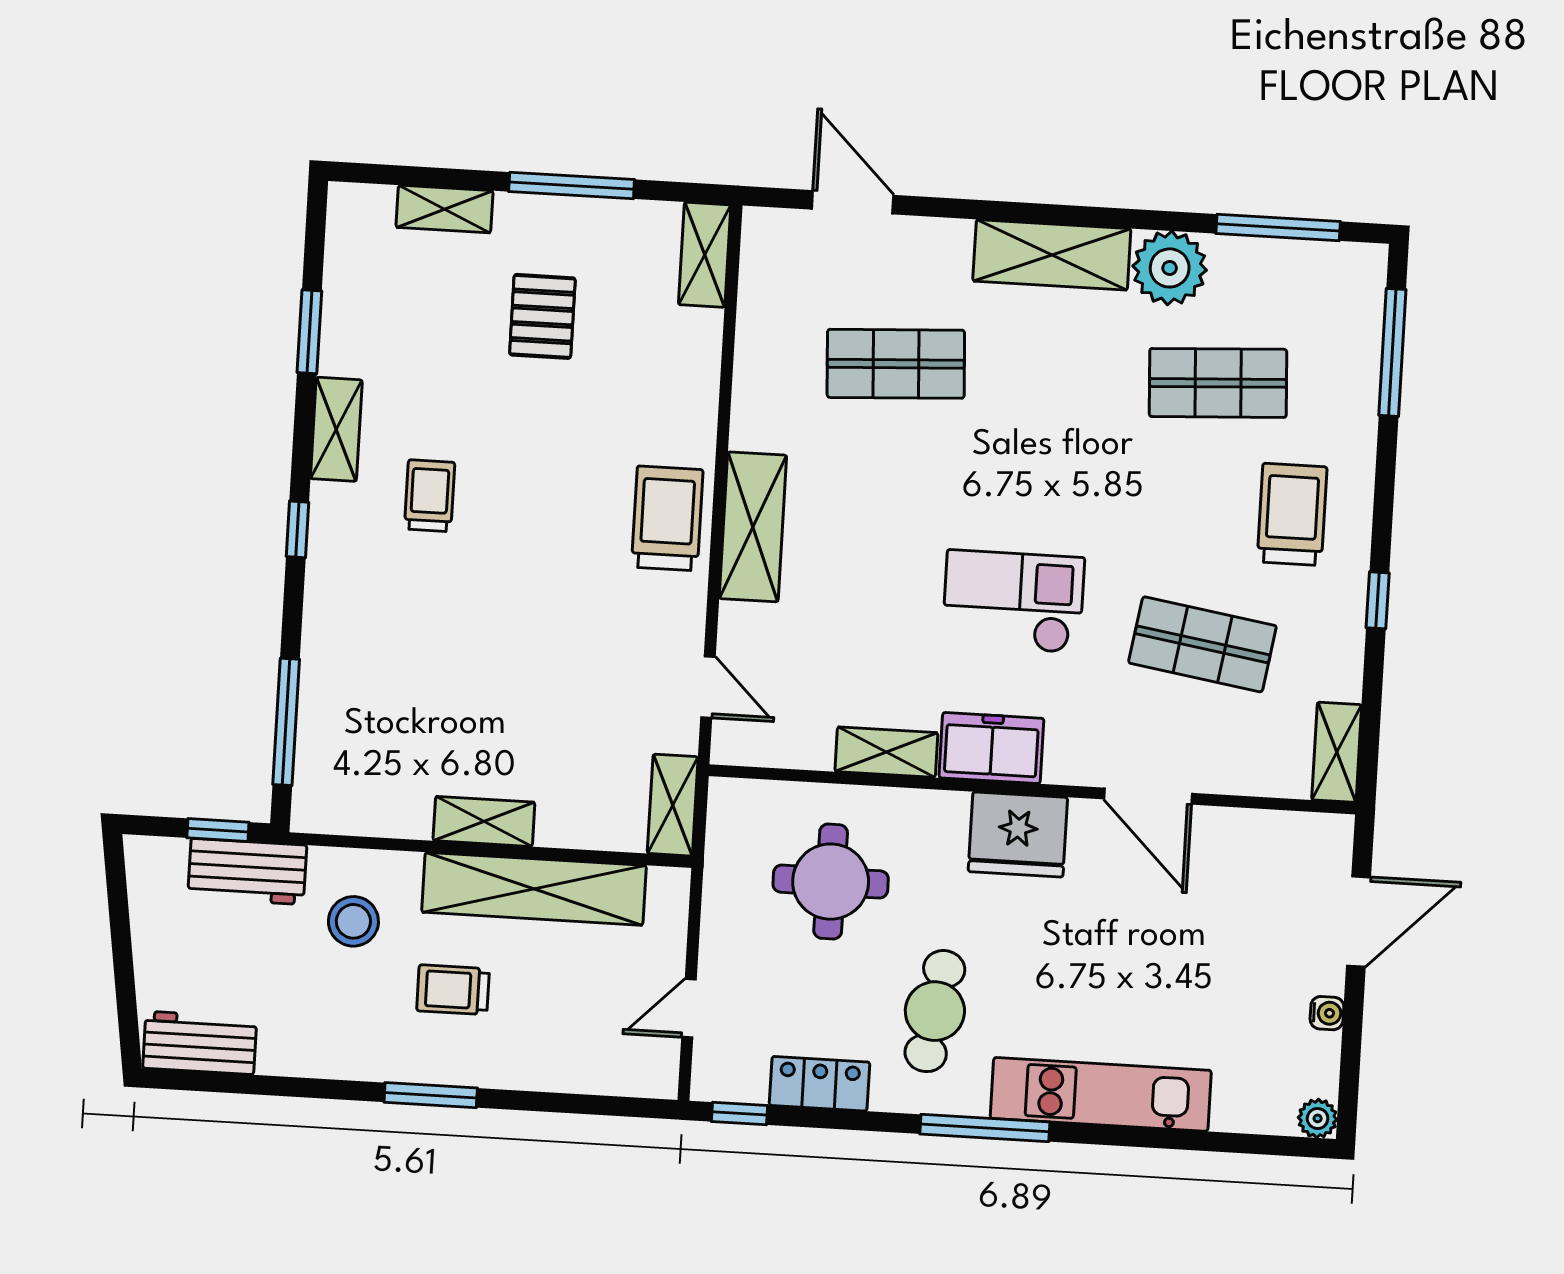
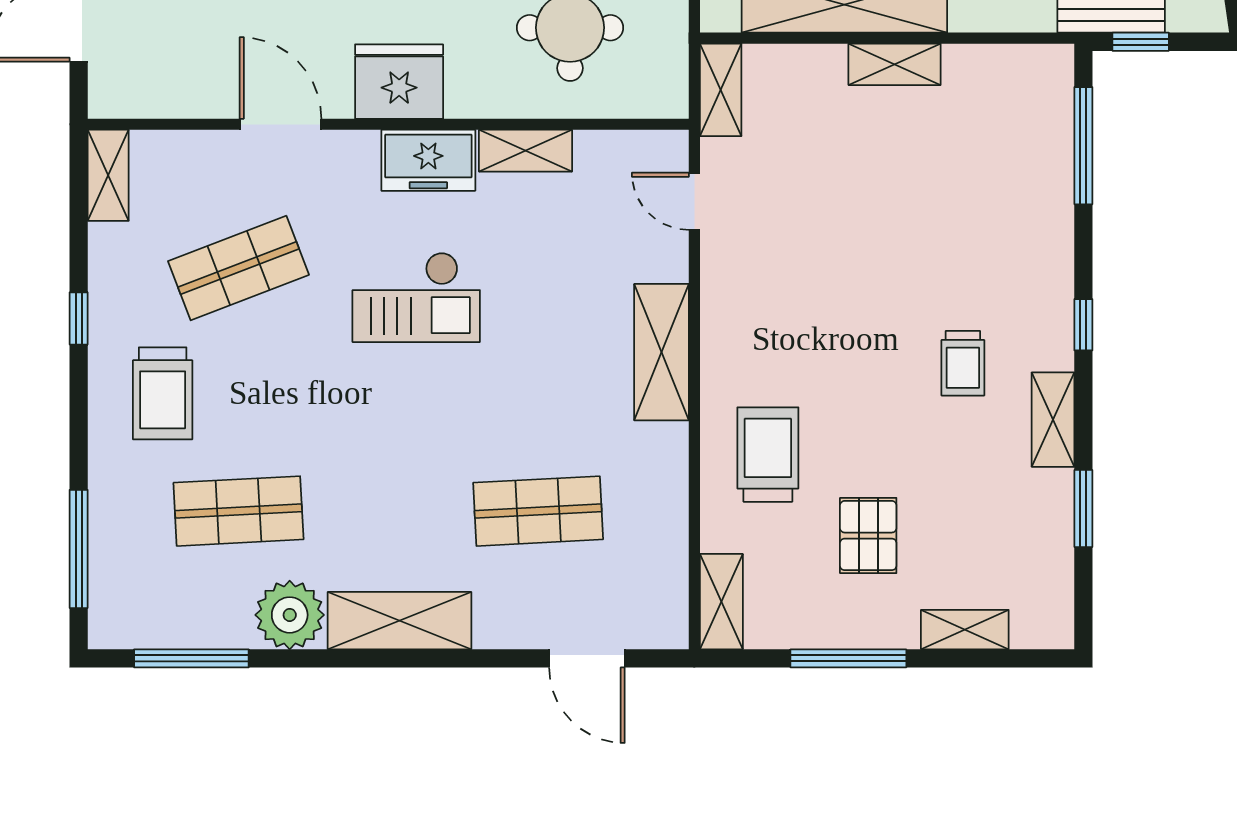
trolley: (667, 518) -> (768, 455), moved, turned 180
shop shelf: (1202, 644) -> (238, 268), turned -30

